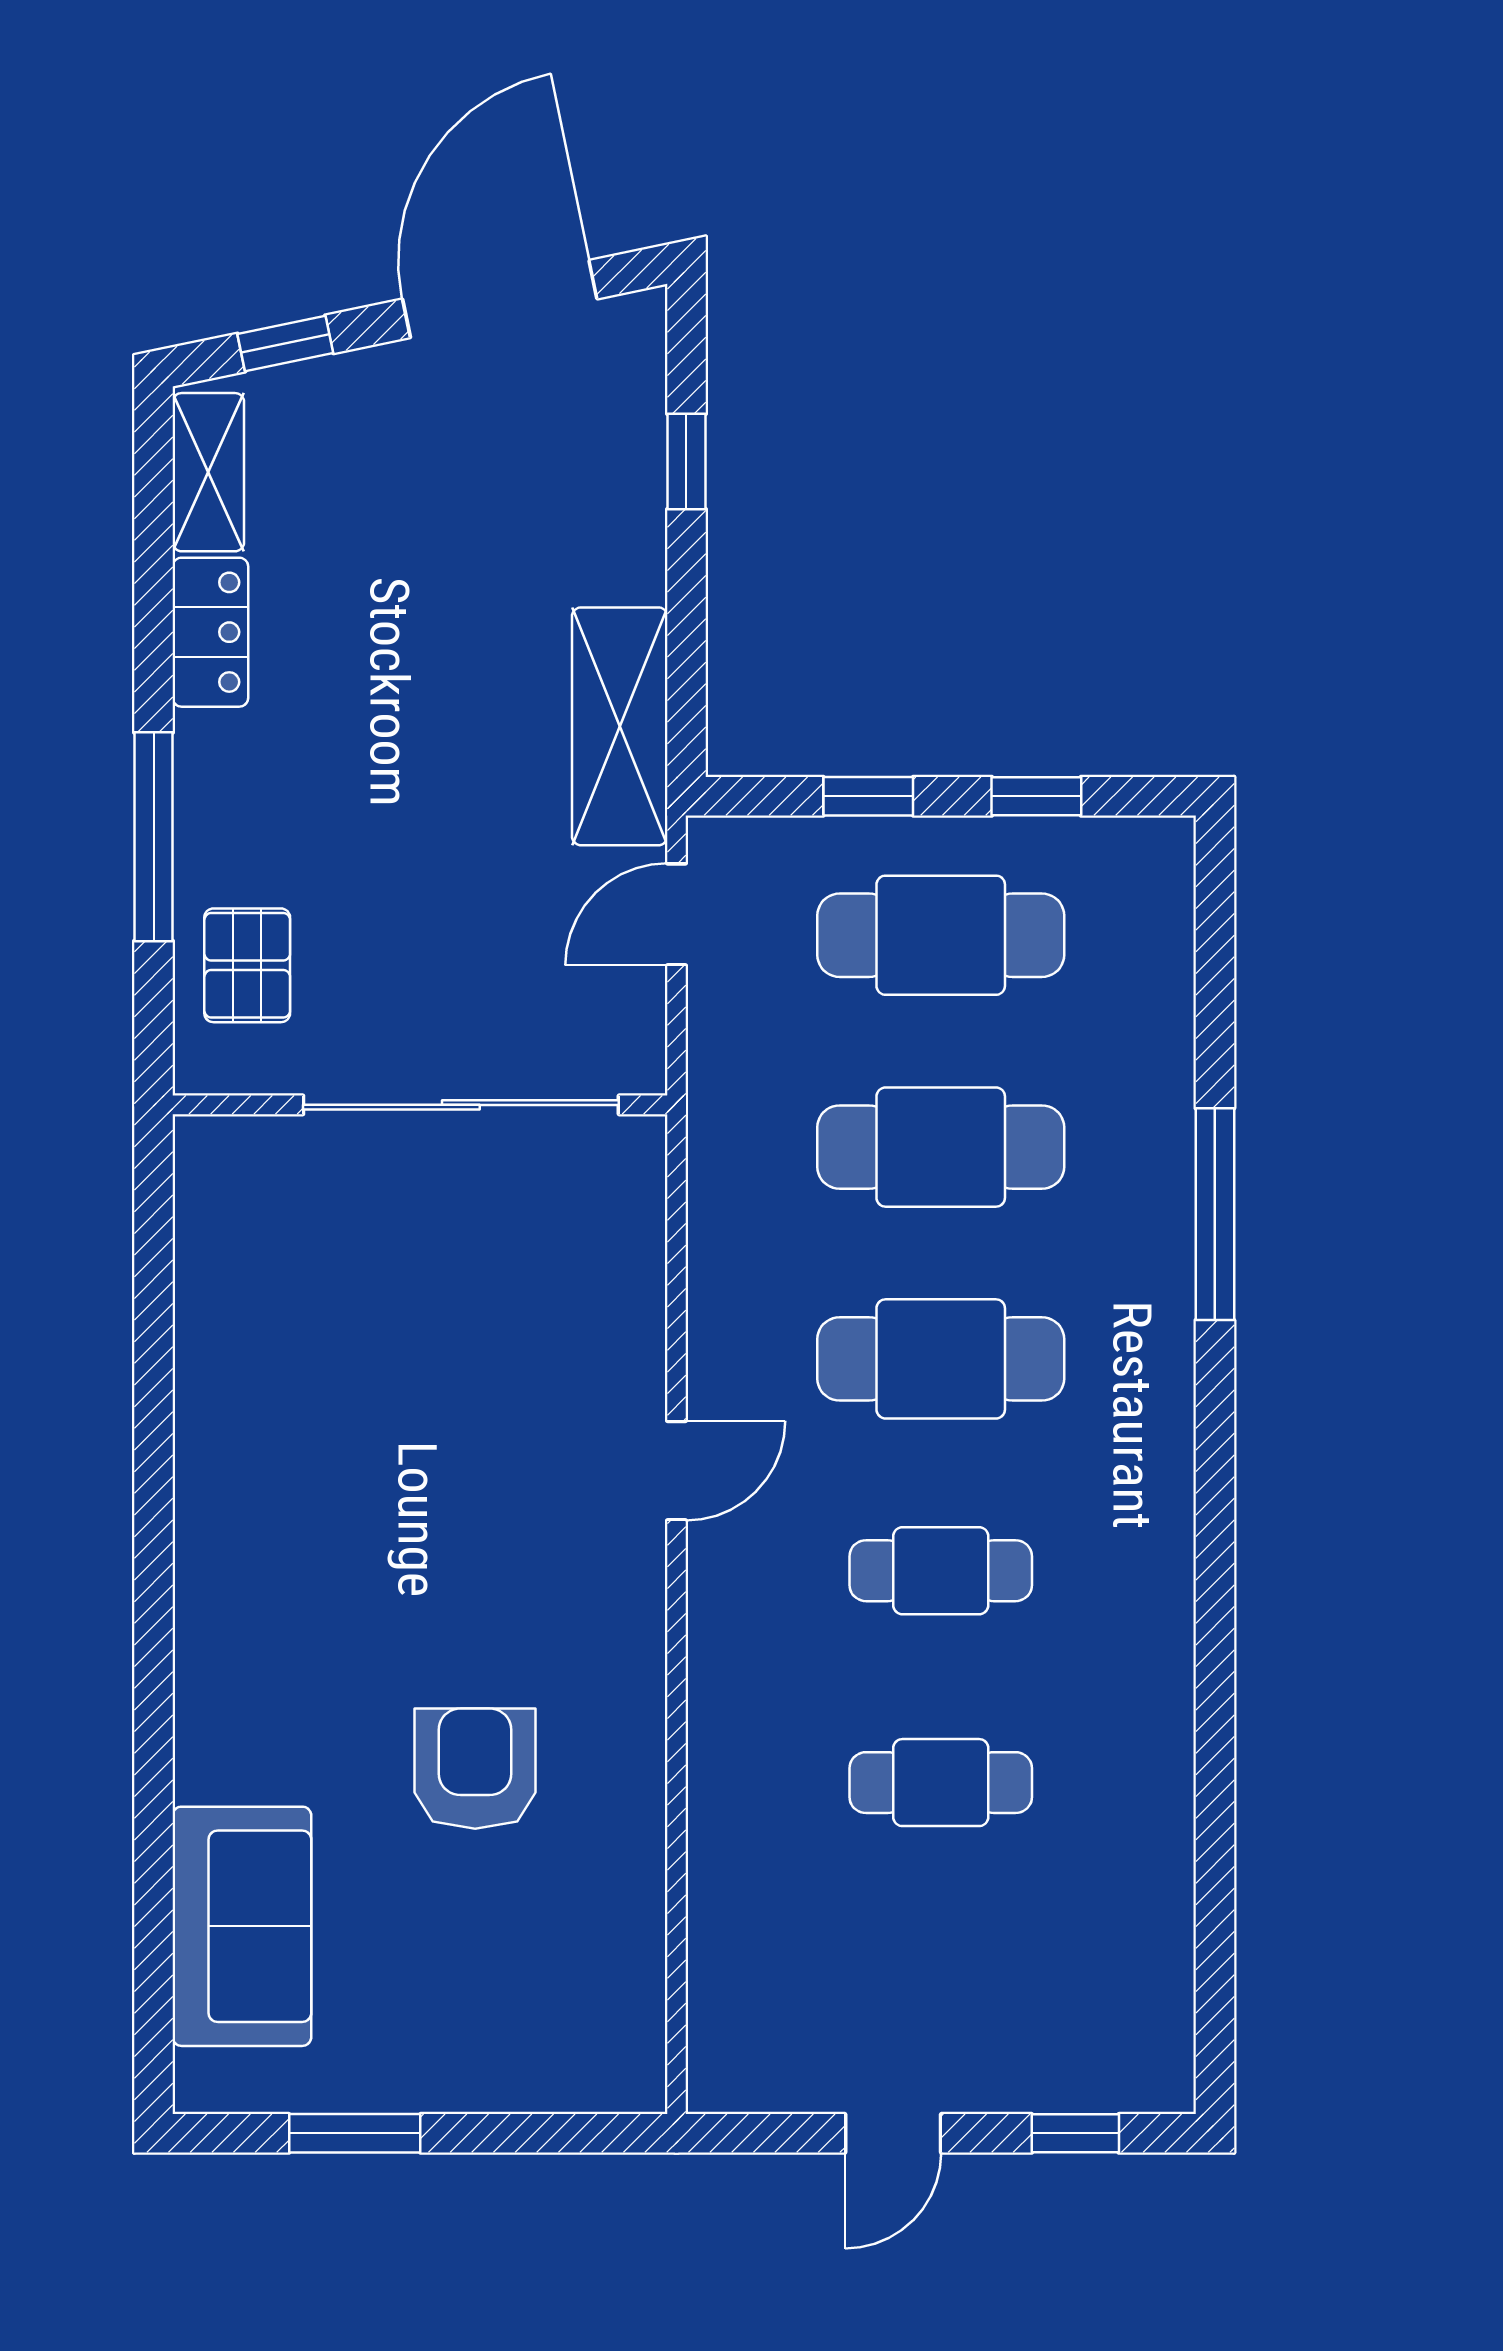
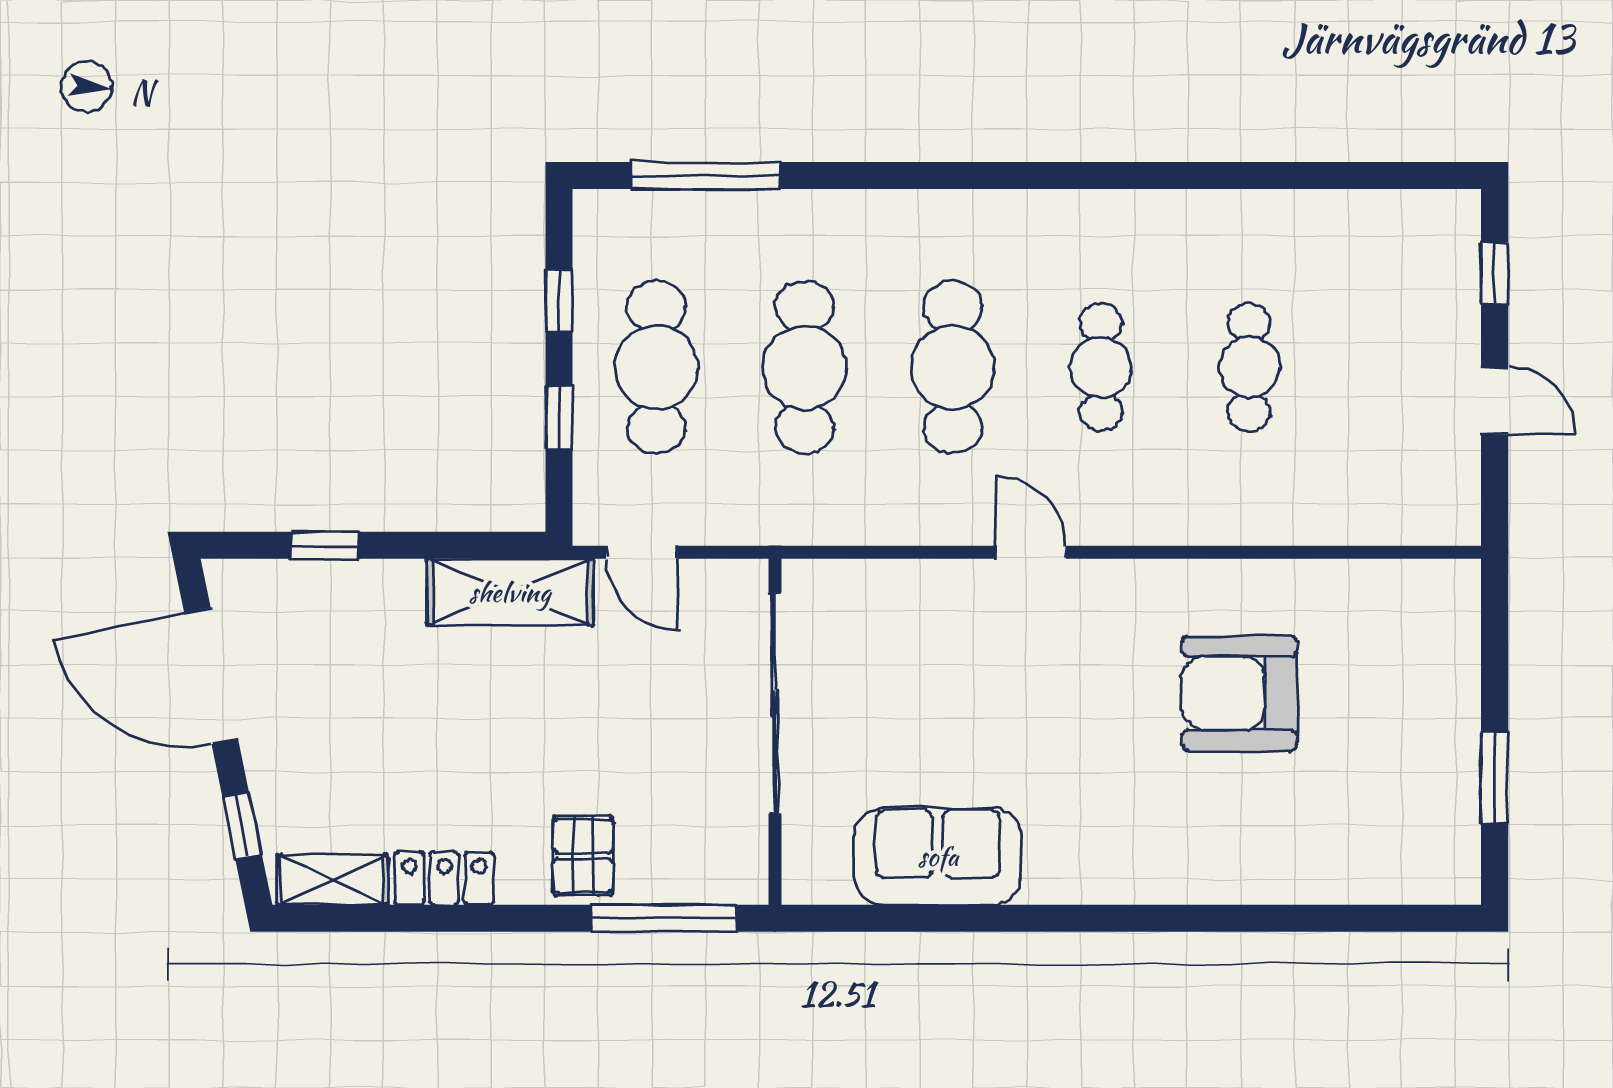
window: (154, 837) -> (664, 918), moved
pallet: (247, 965) -> (583, 856), moved, turned 90
window: (1215, 1214) -> (705, 176), moved
armchair: (475, 1769) -> (1239, 693), width x1.36, depth x1.36
sofa: (242, 1926) -> (938, 856), moved

